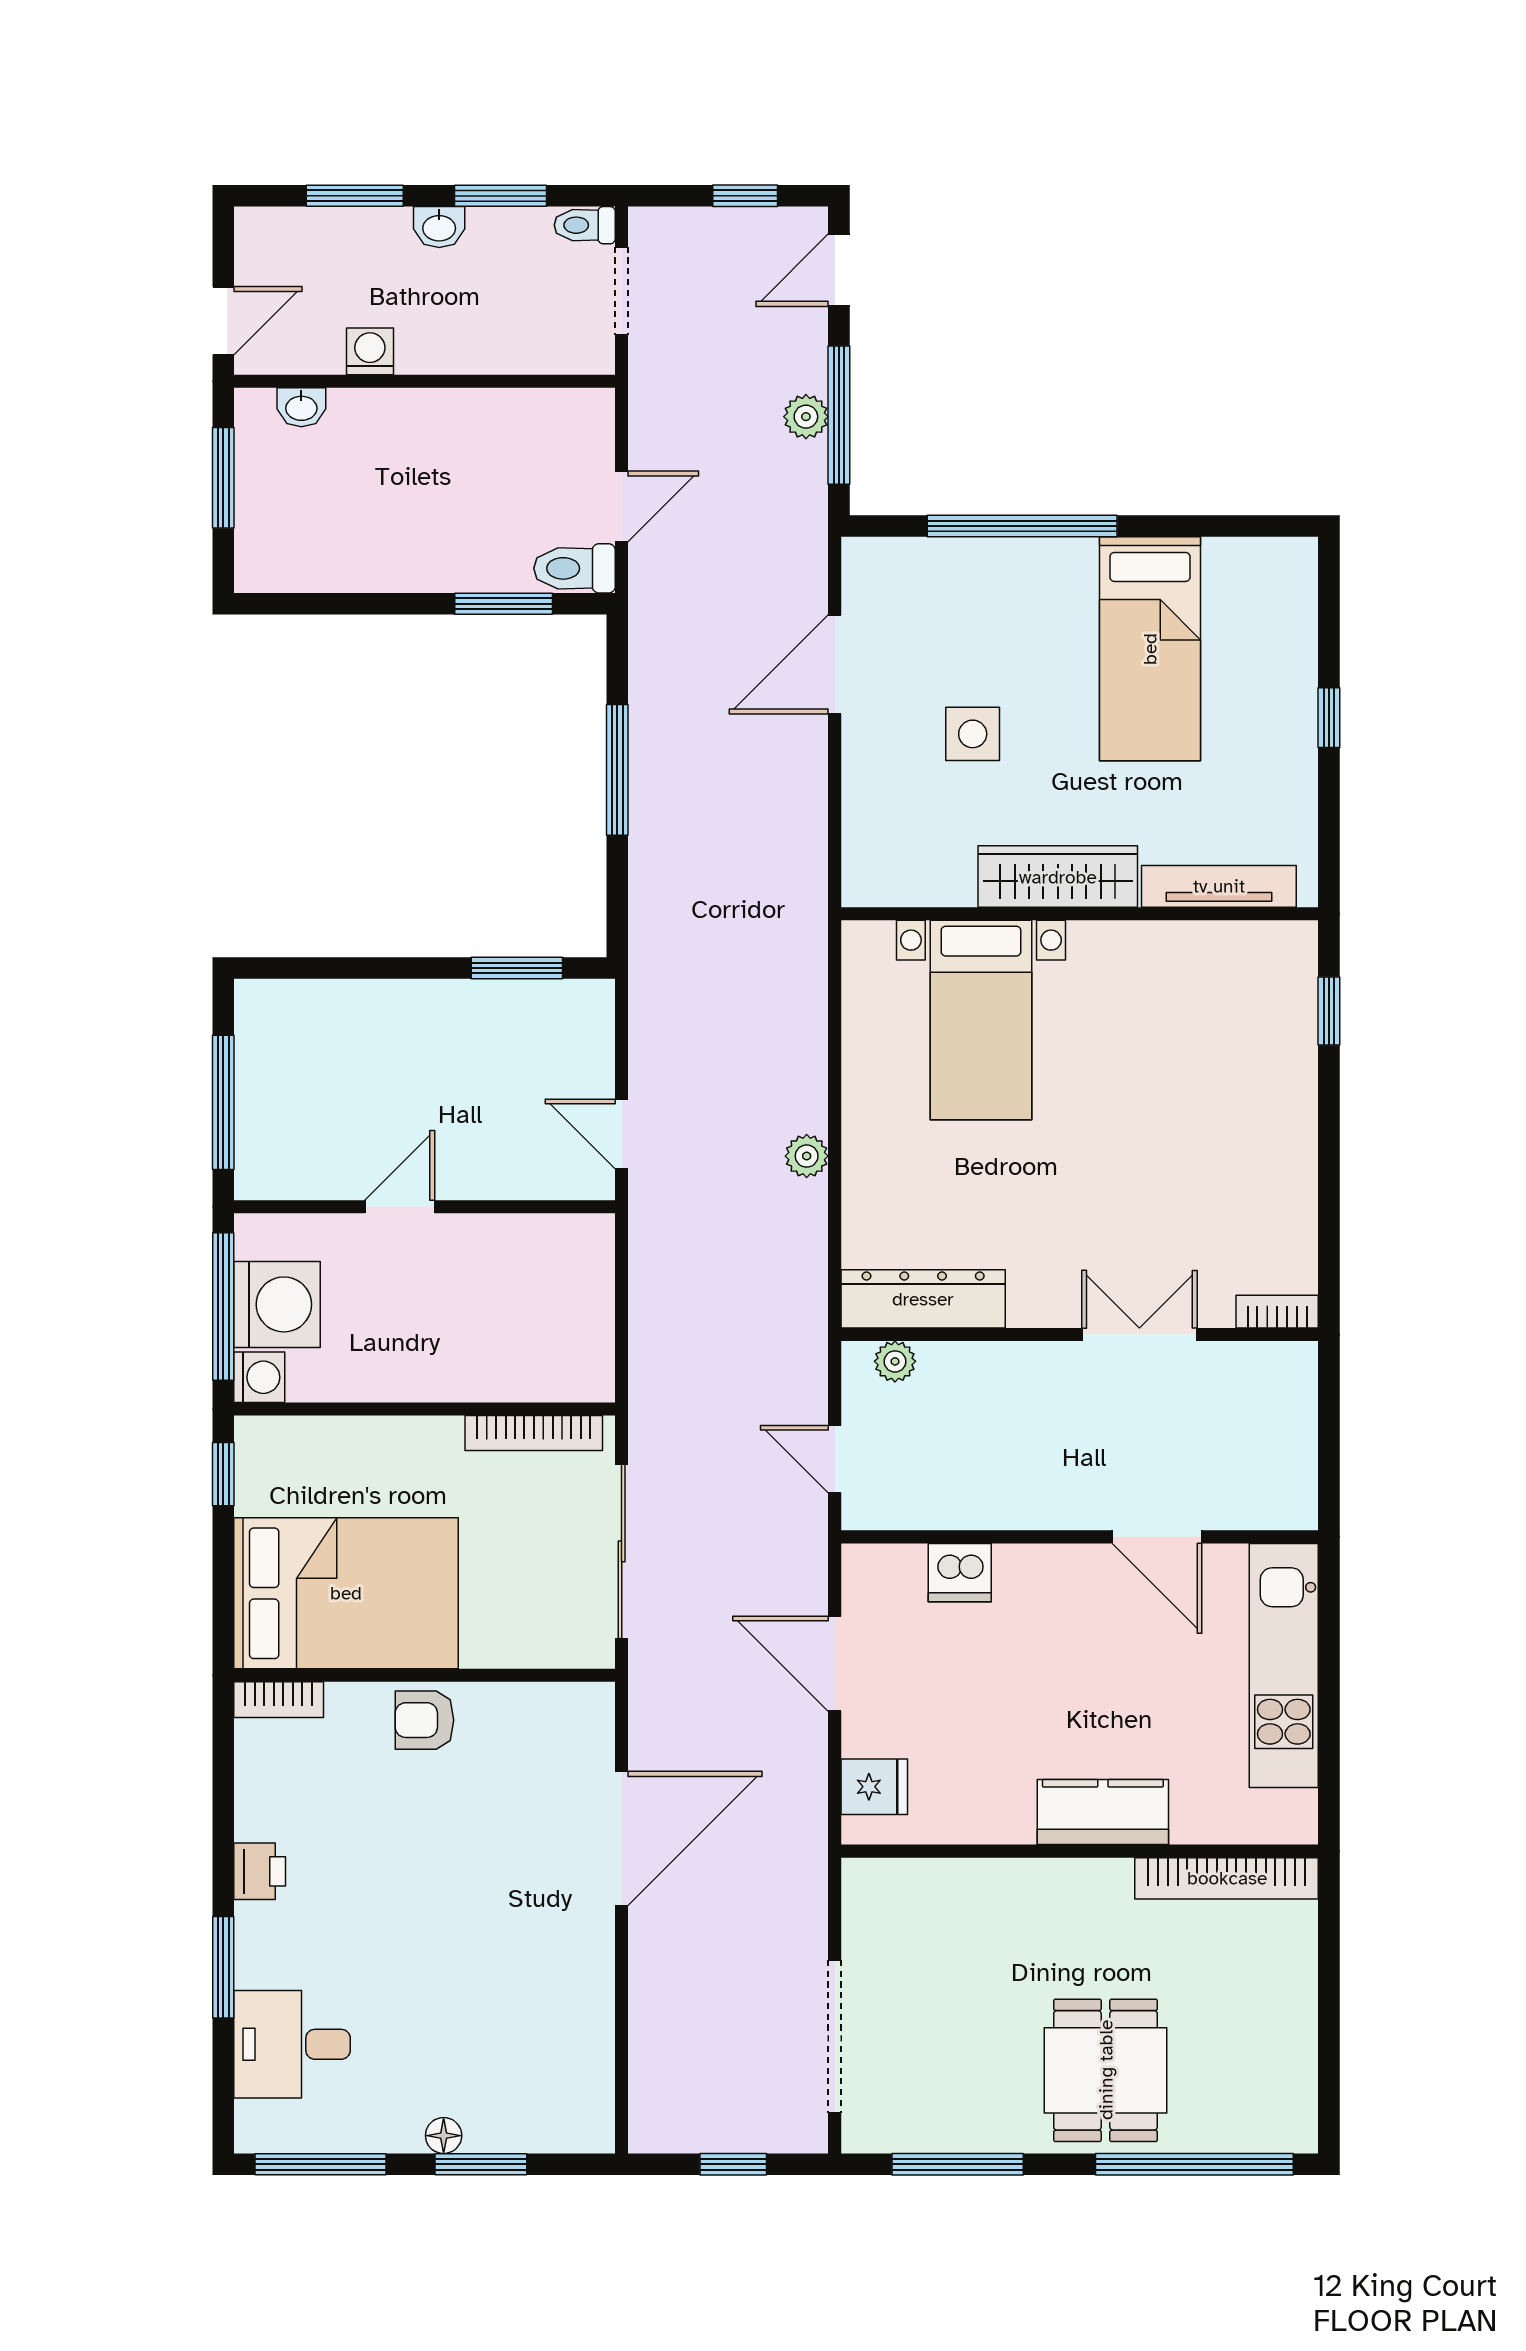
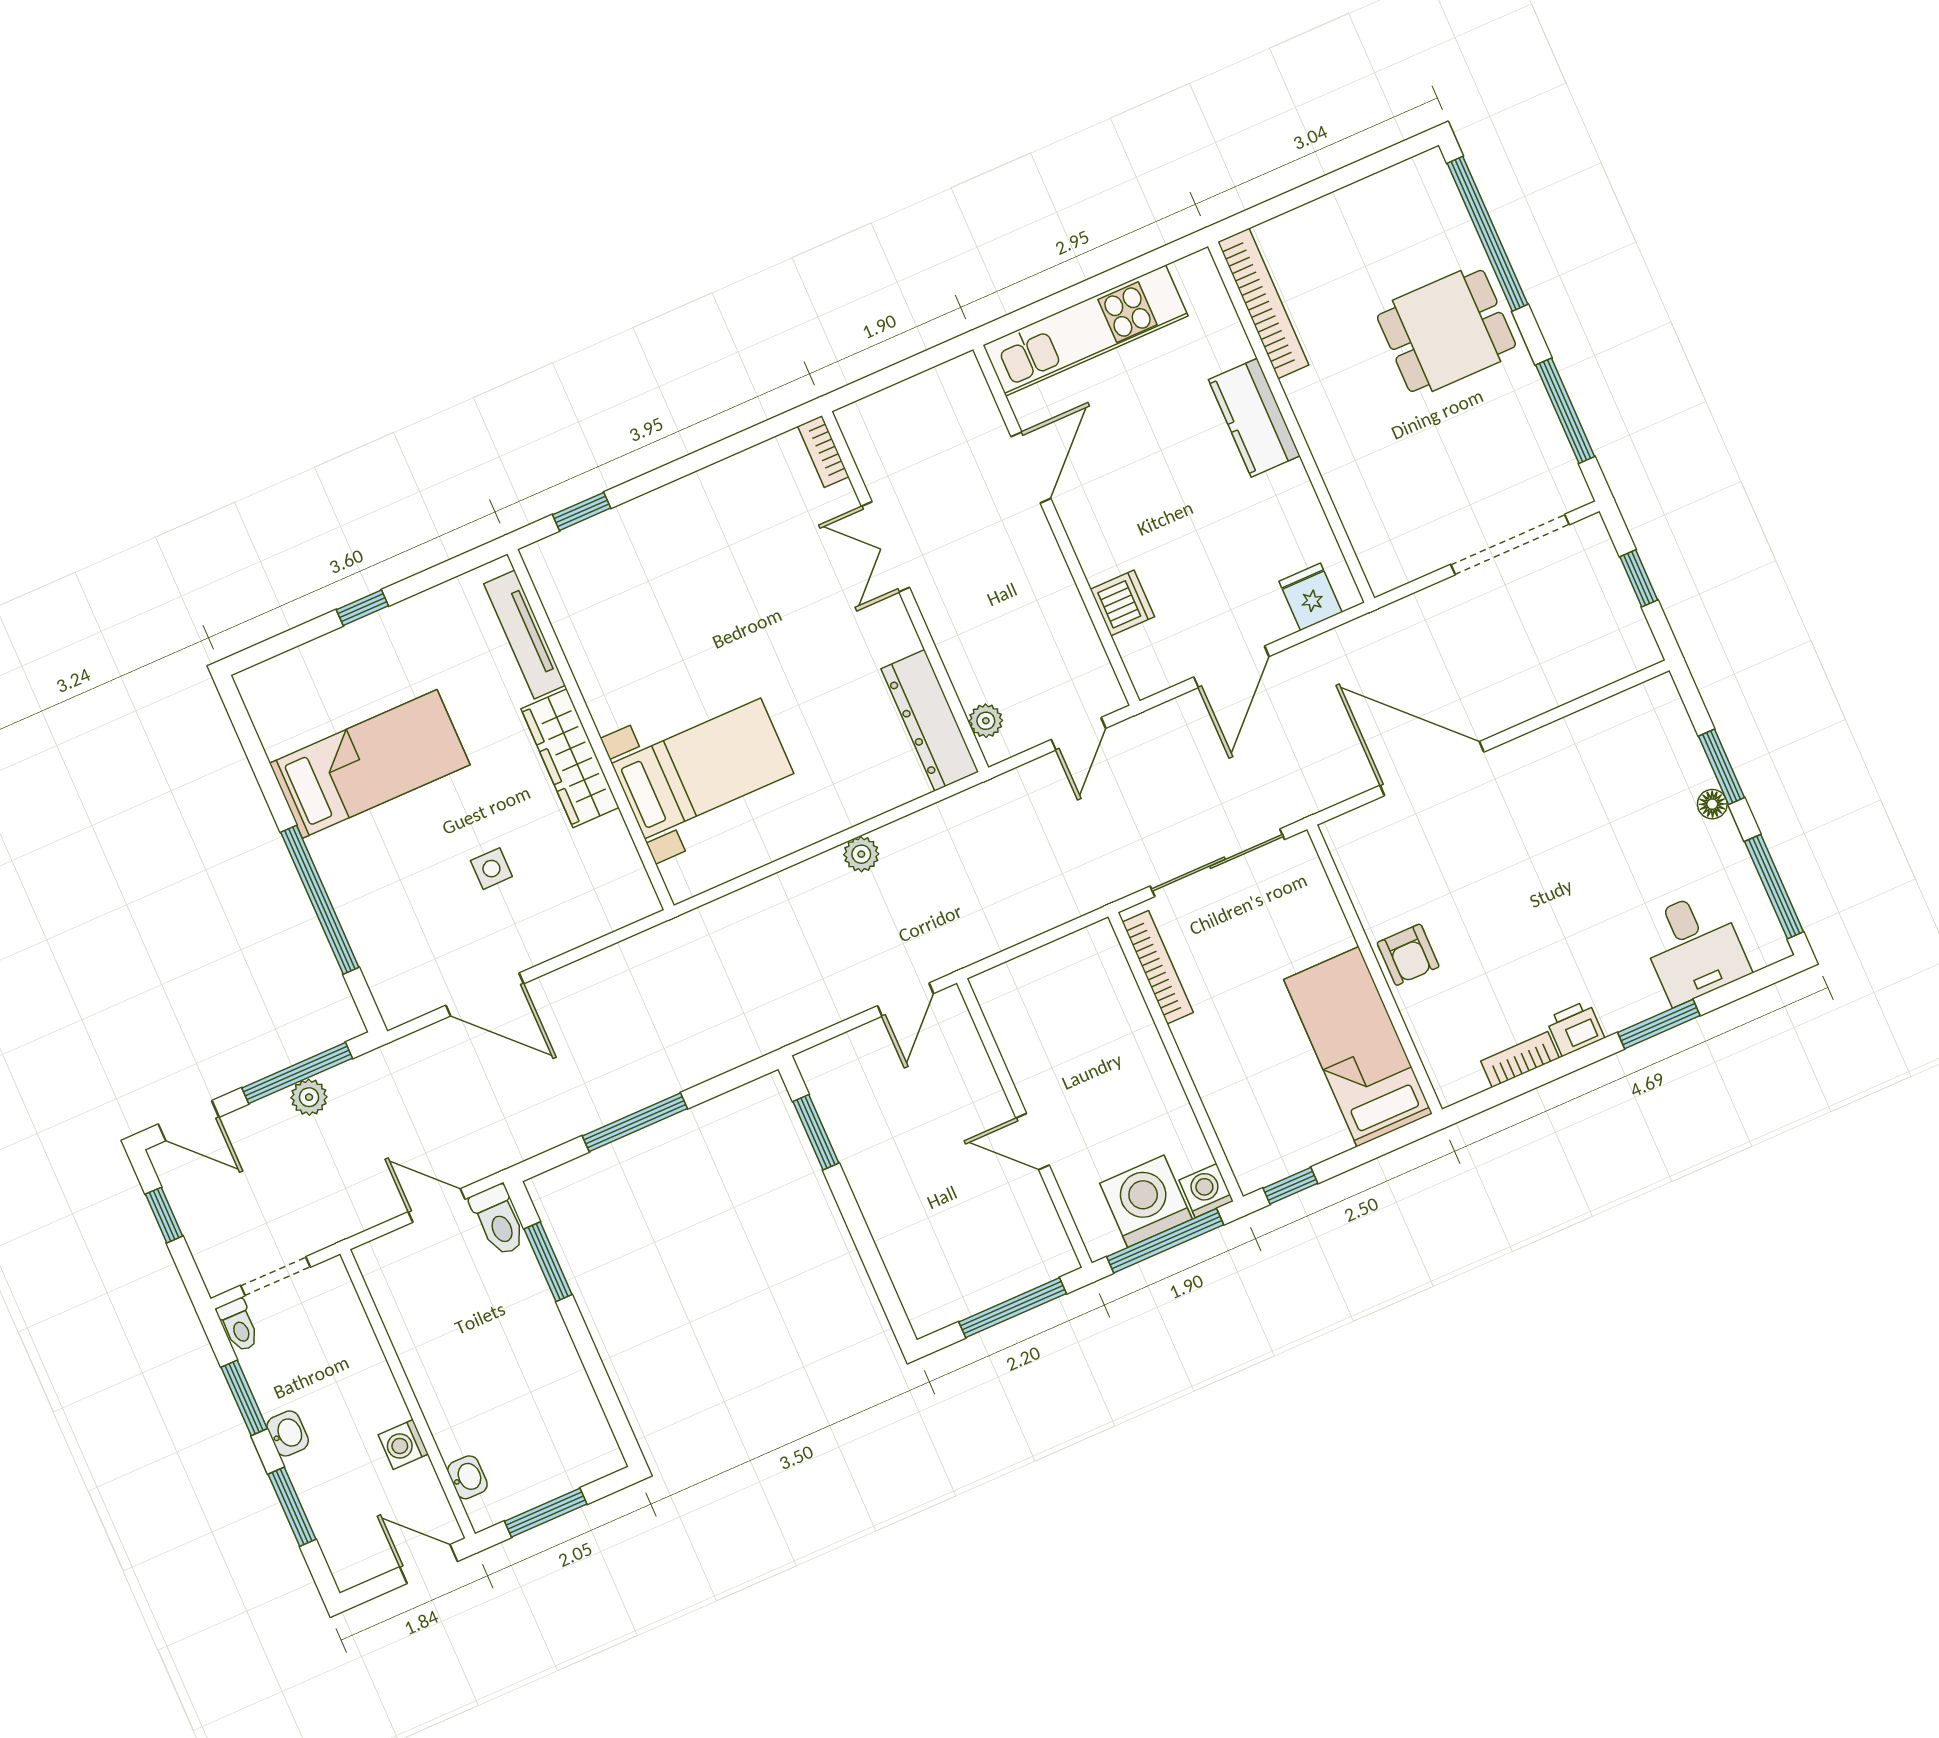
side table: (973, 734) -> (491, 869), width x0.73, depth x0.73
bed: (346, 1593) -> (1358, 1047), width x0.67
bookcase: (279, 1700) -> (1520, 1060), moved, turned -90

